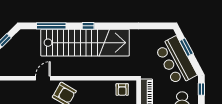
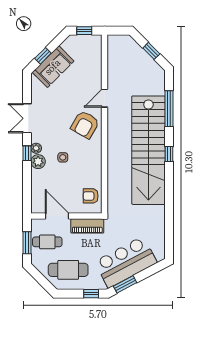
window: (186, 47) -> (125, 284), moved
door: (43, 78) -> (105, 98), swing flipped

